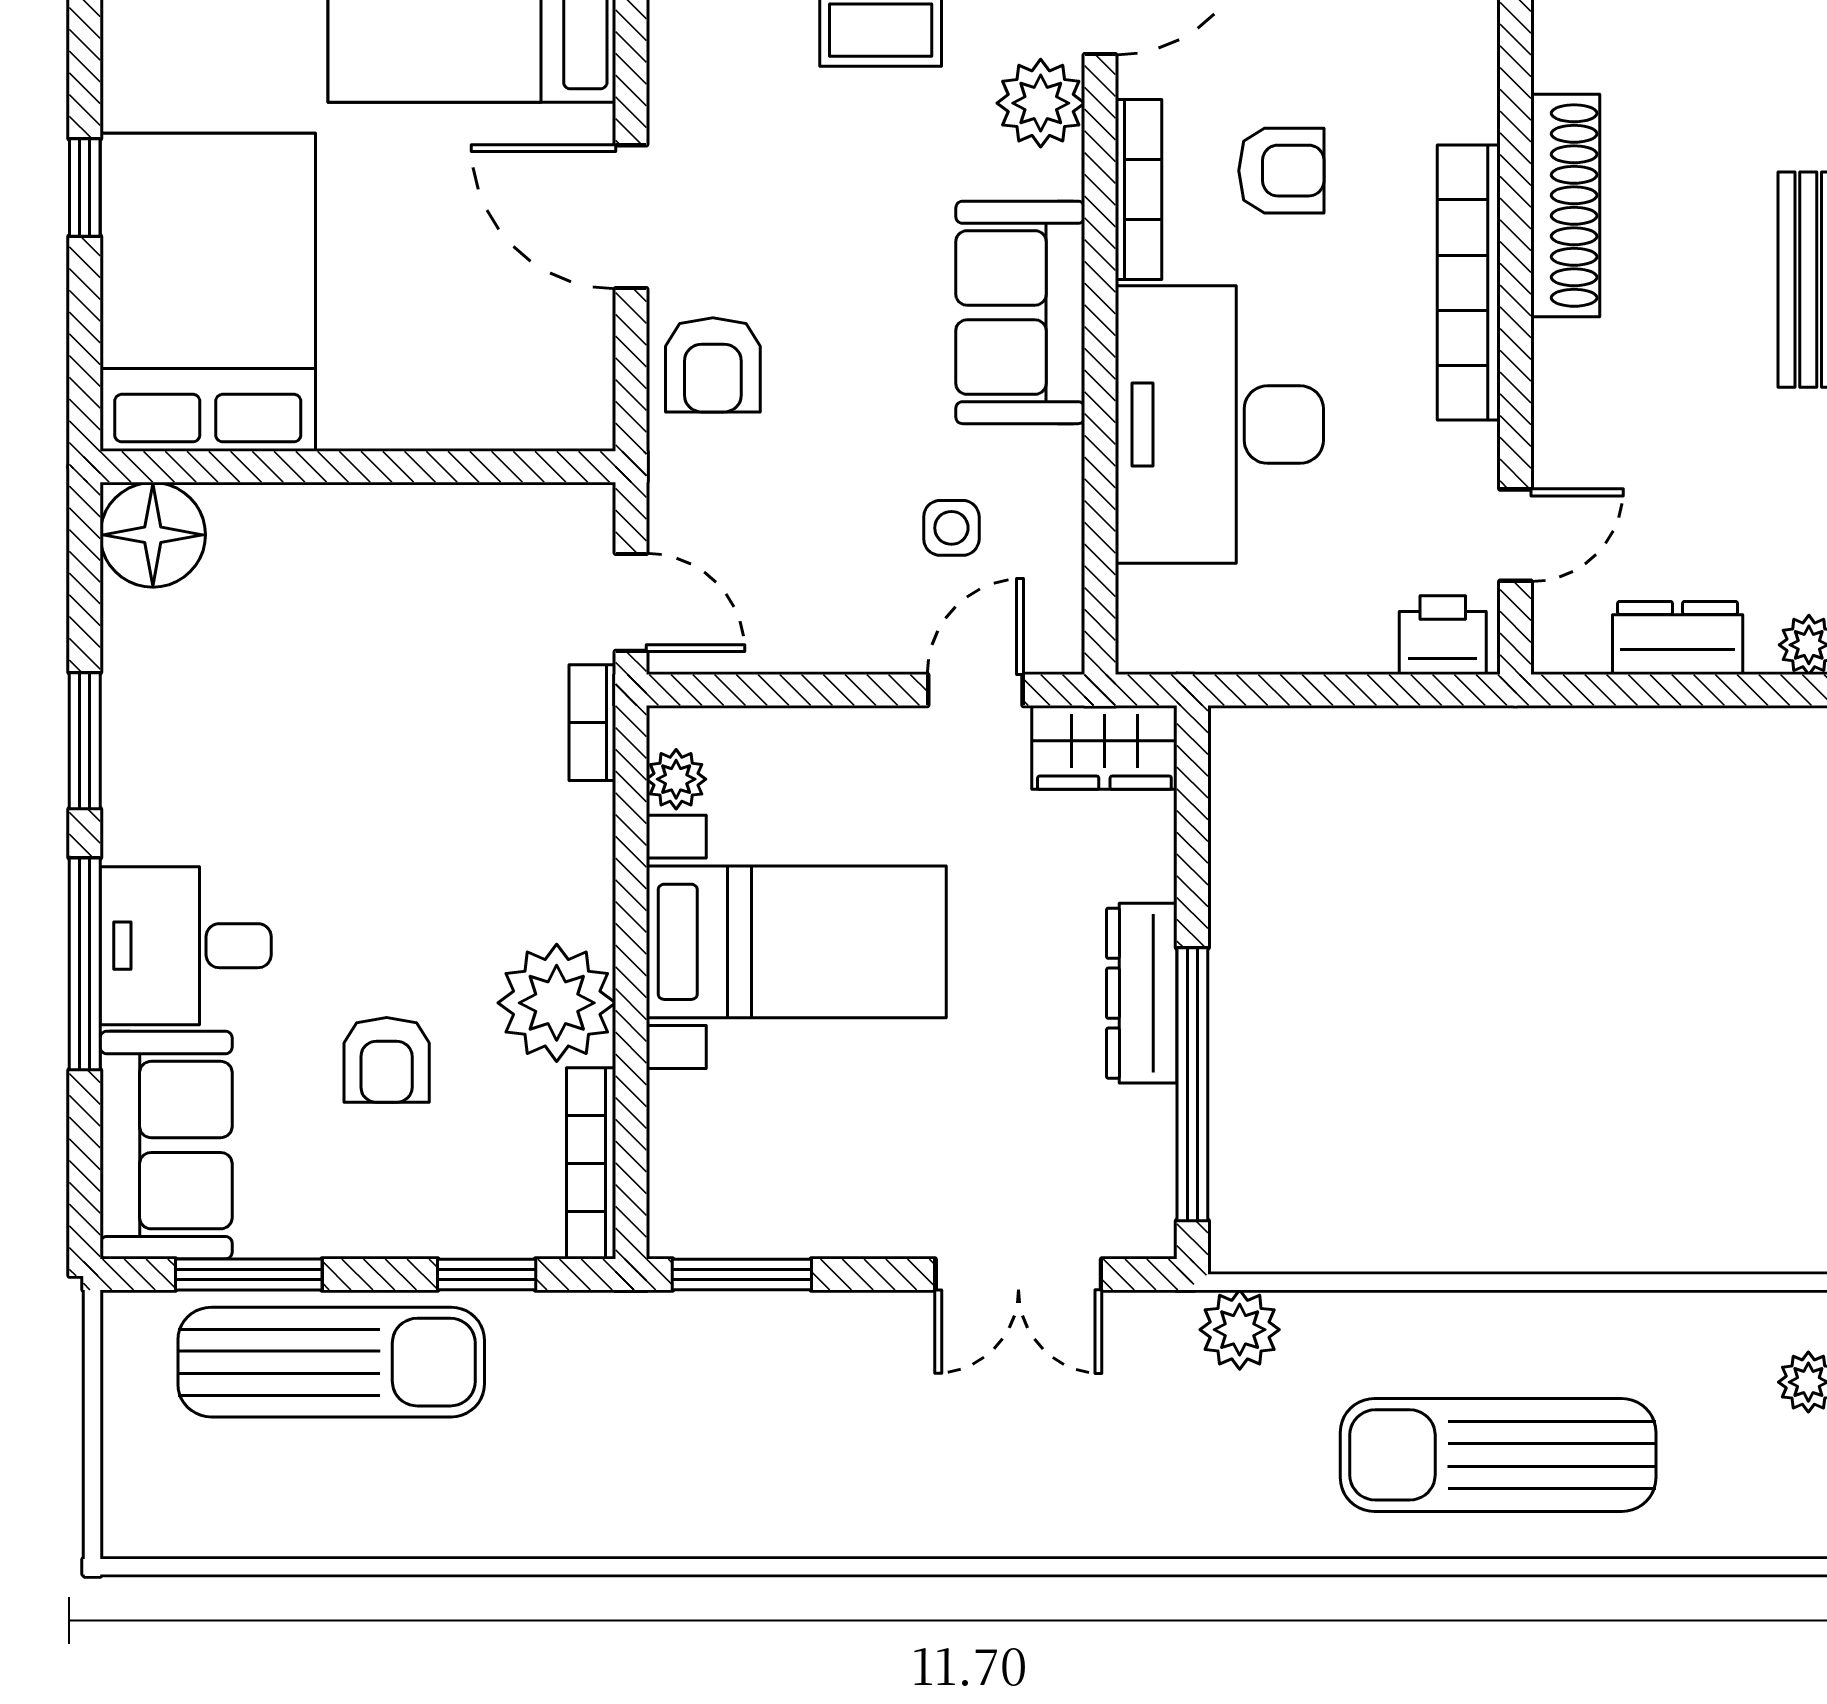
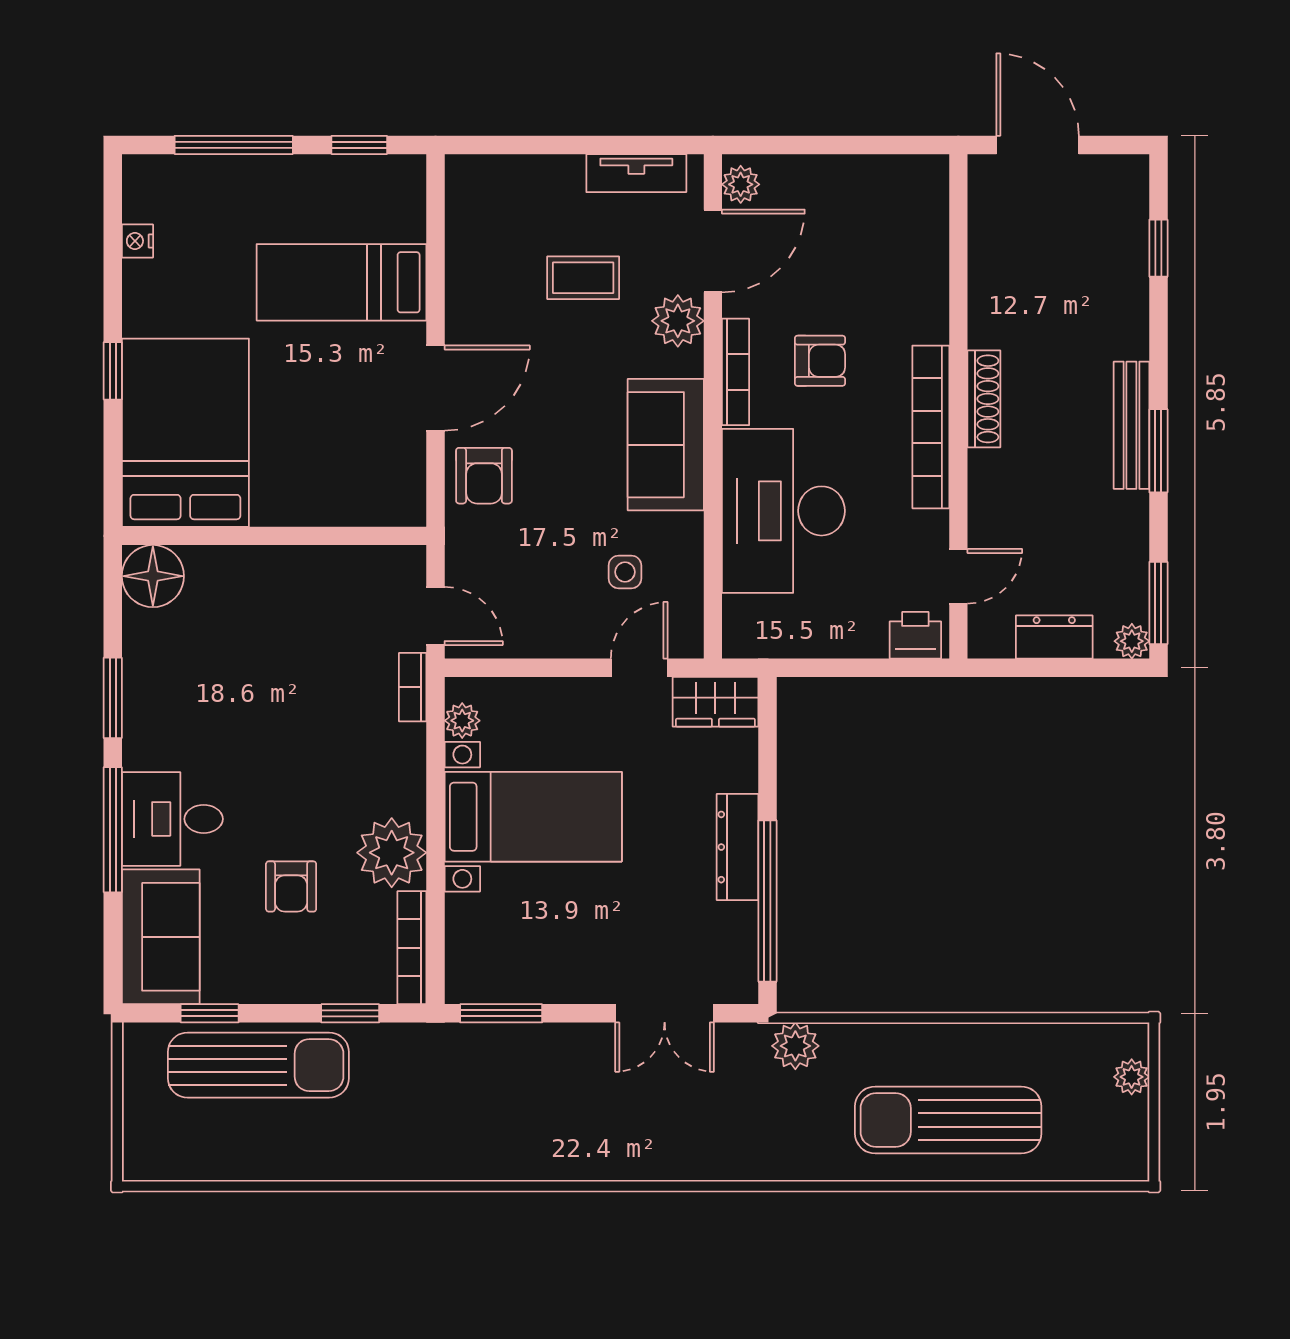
shoe rack: (1565, 206) -> (984, 399), width x0.74, depth x0.81
door: (631, 217) -> (436, 388), swing flipped
window: (249, 1274) -> (210, 1013), width x0.67

